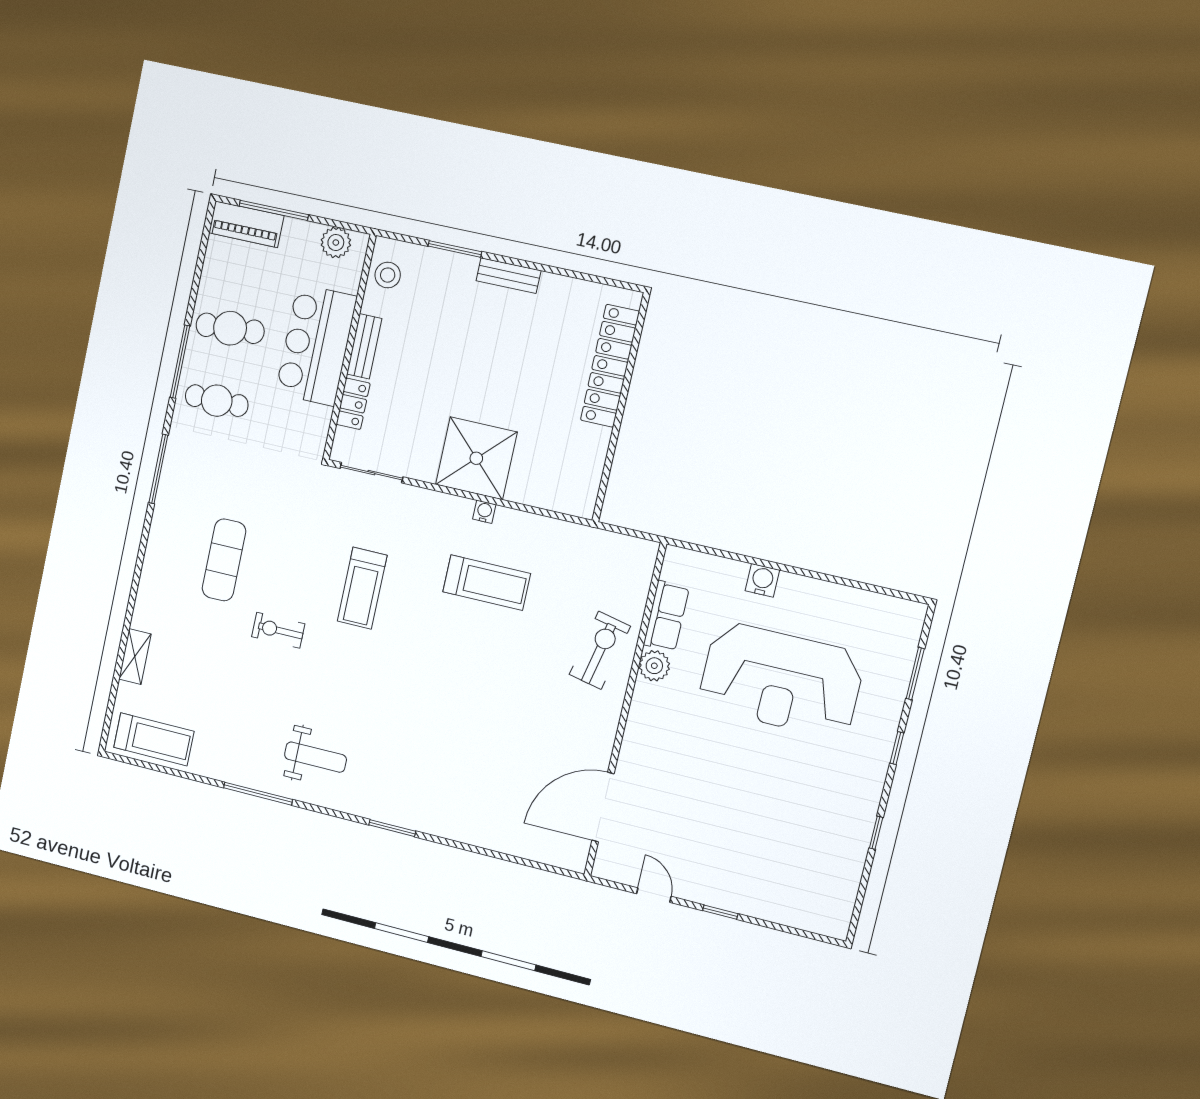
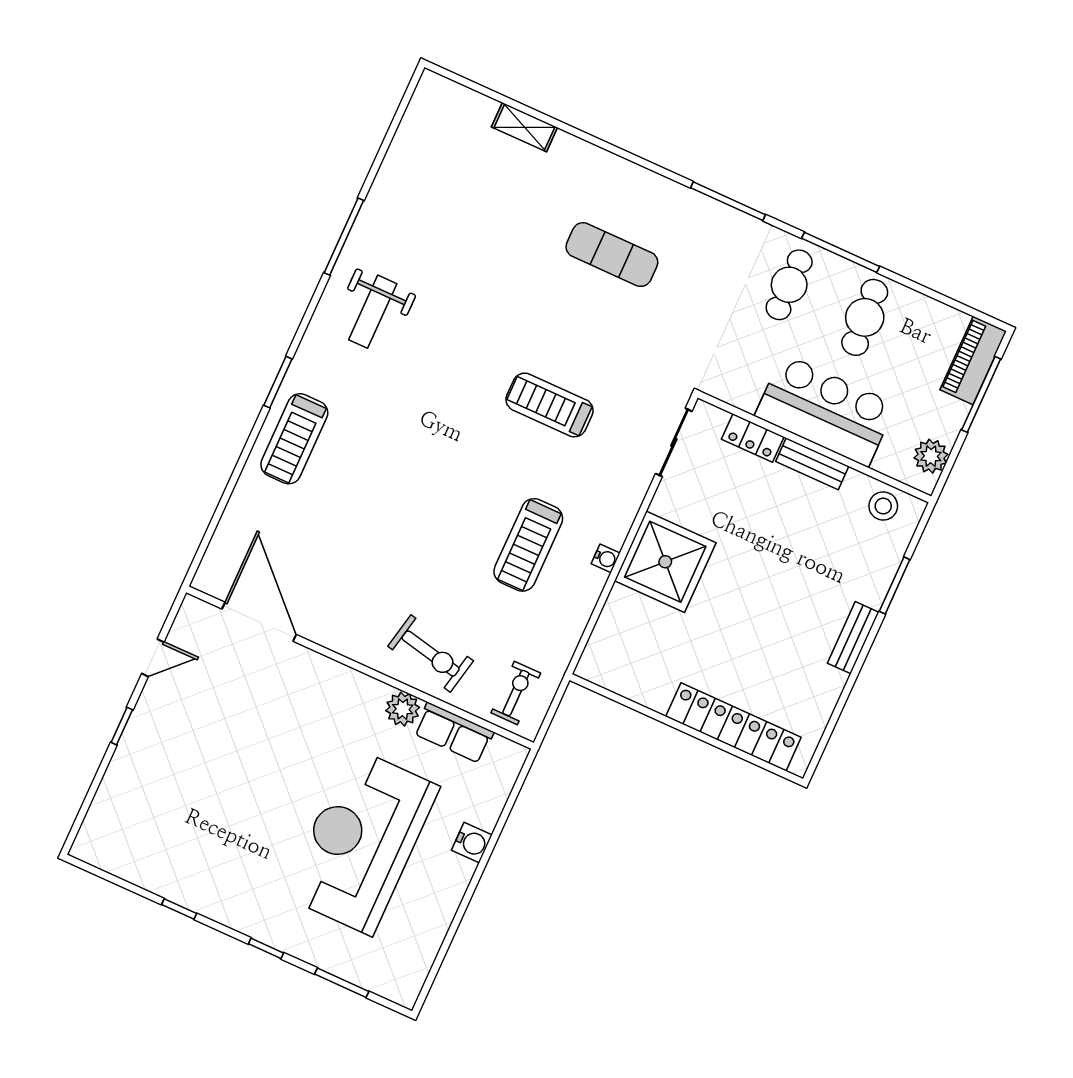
exercise bike: (278, 630) -> (516, 693), moved
treadmill: (154, 739) -> (294, 439), moved

